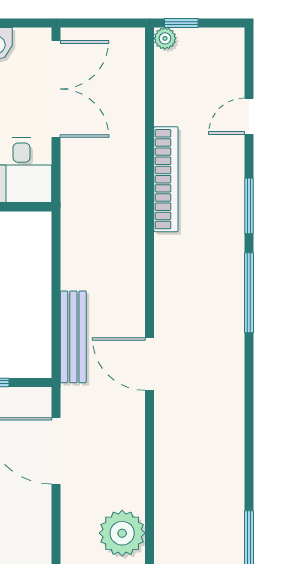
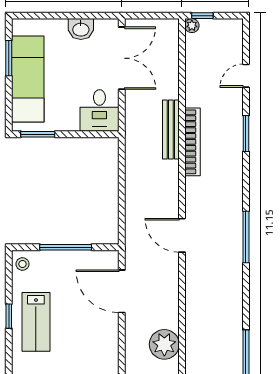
bookcase: (166, 179) -> (192, 142), moved
window: (249, 293) -> (246, 237), moved
bench: (73, 337) -> (171, 130), moved

